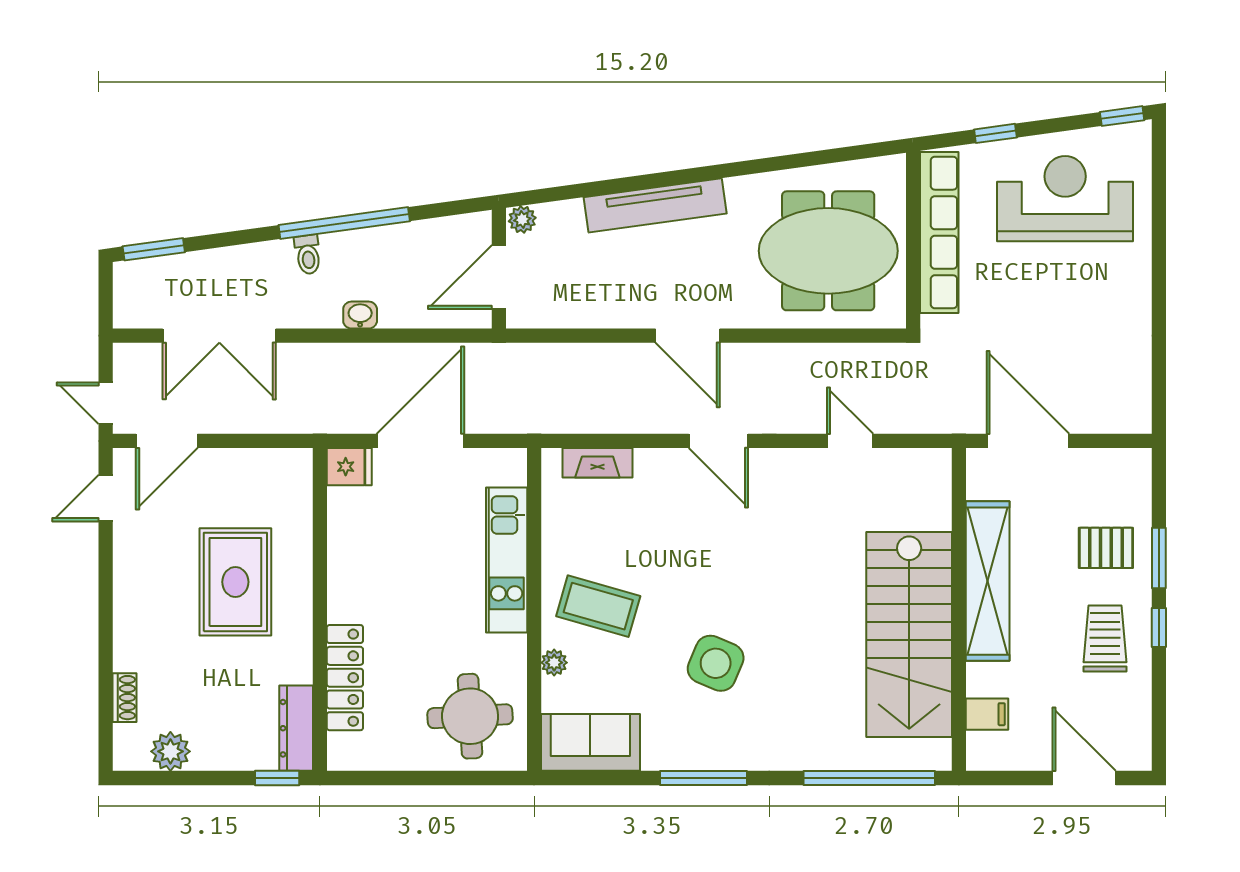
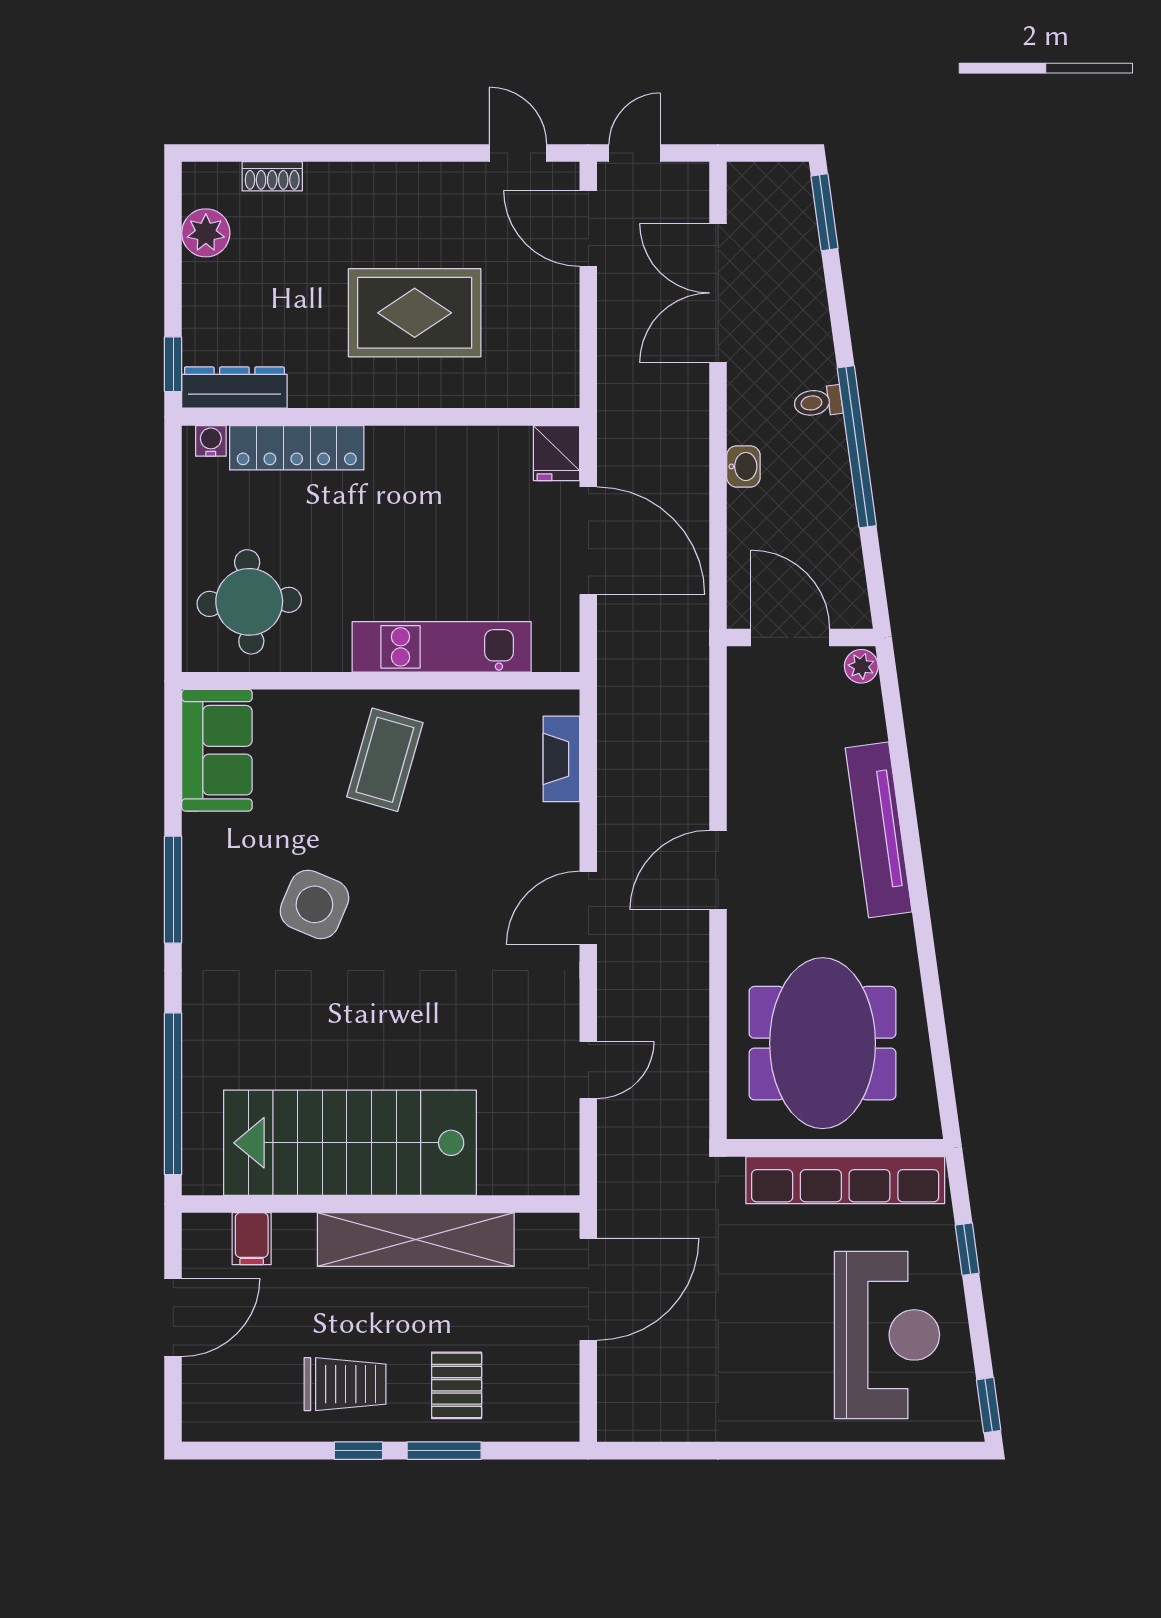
plant: (554, 663) -> (315, 705), removed
water cooler: (339, 747) -> (211, 441), added
door: (1084, 778) -> (173, 1318), moved

